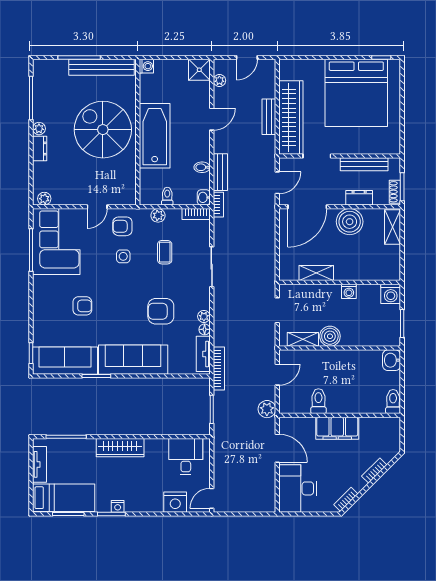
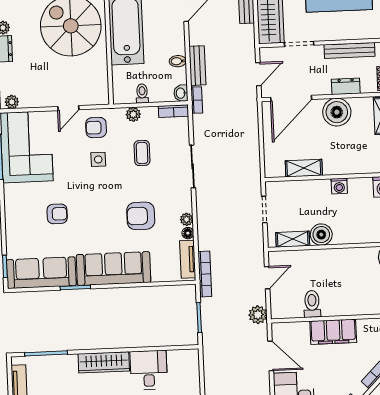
desk: (186, 457) -> (149, 370), moved

